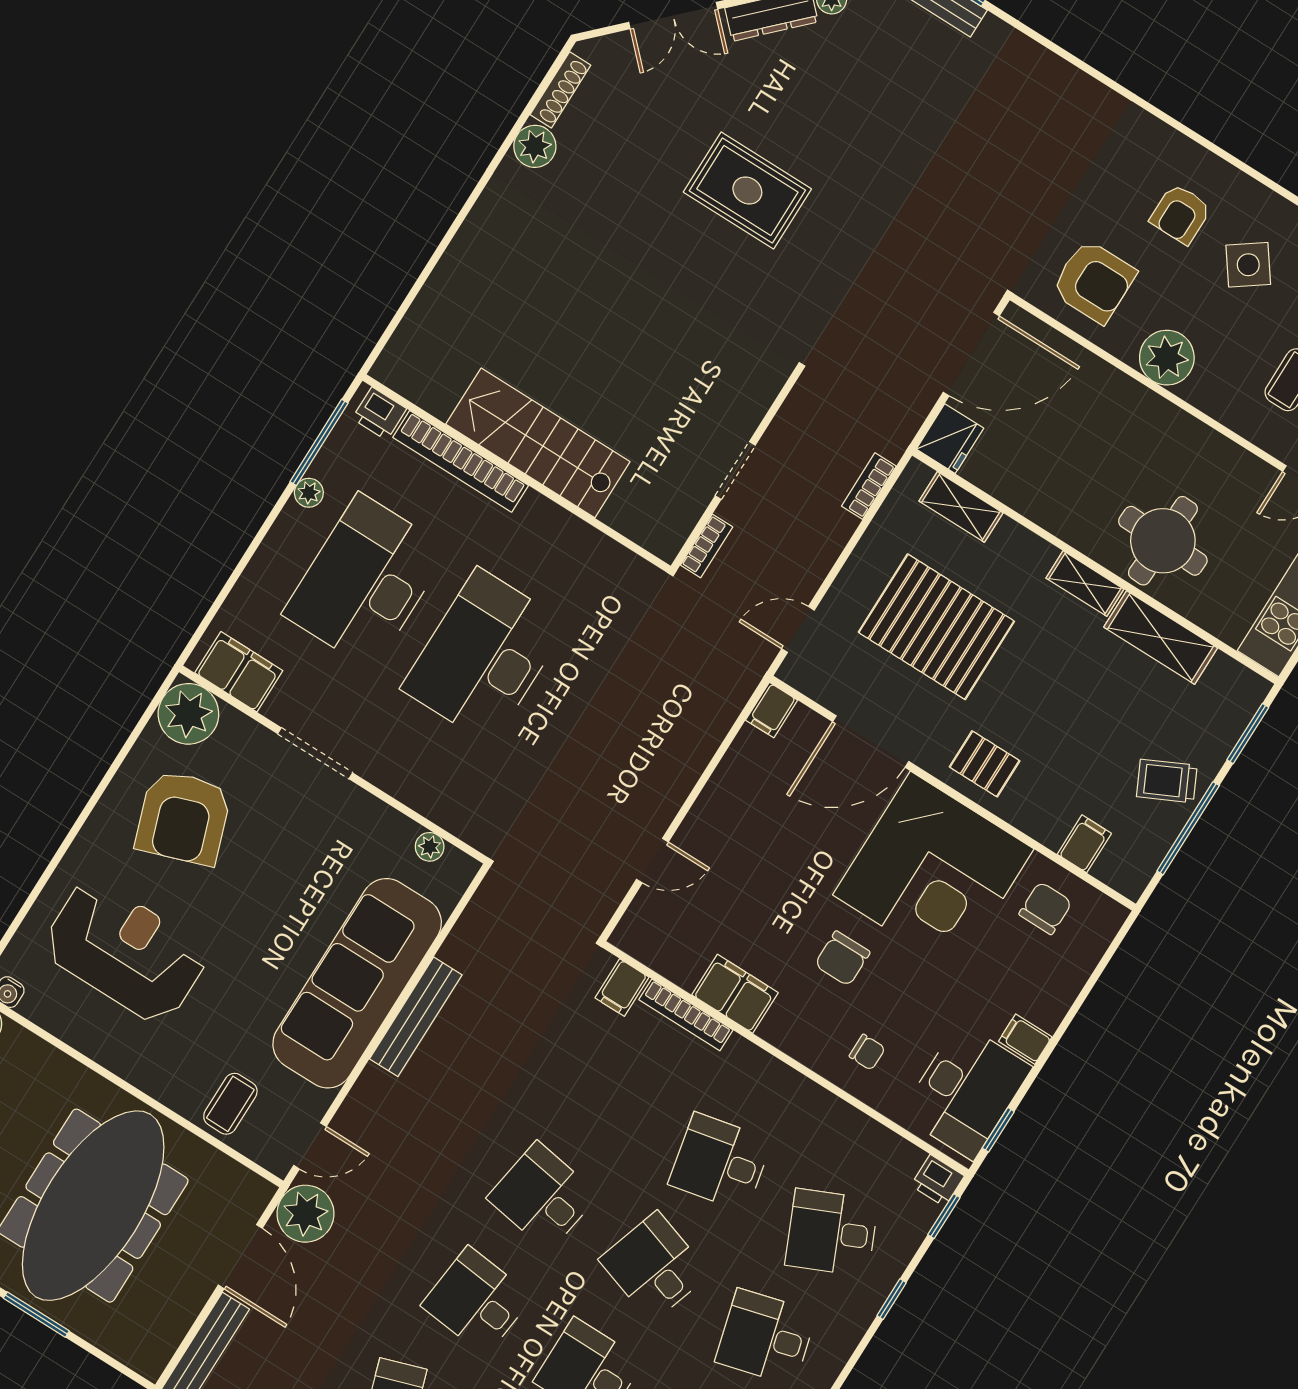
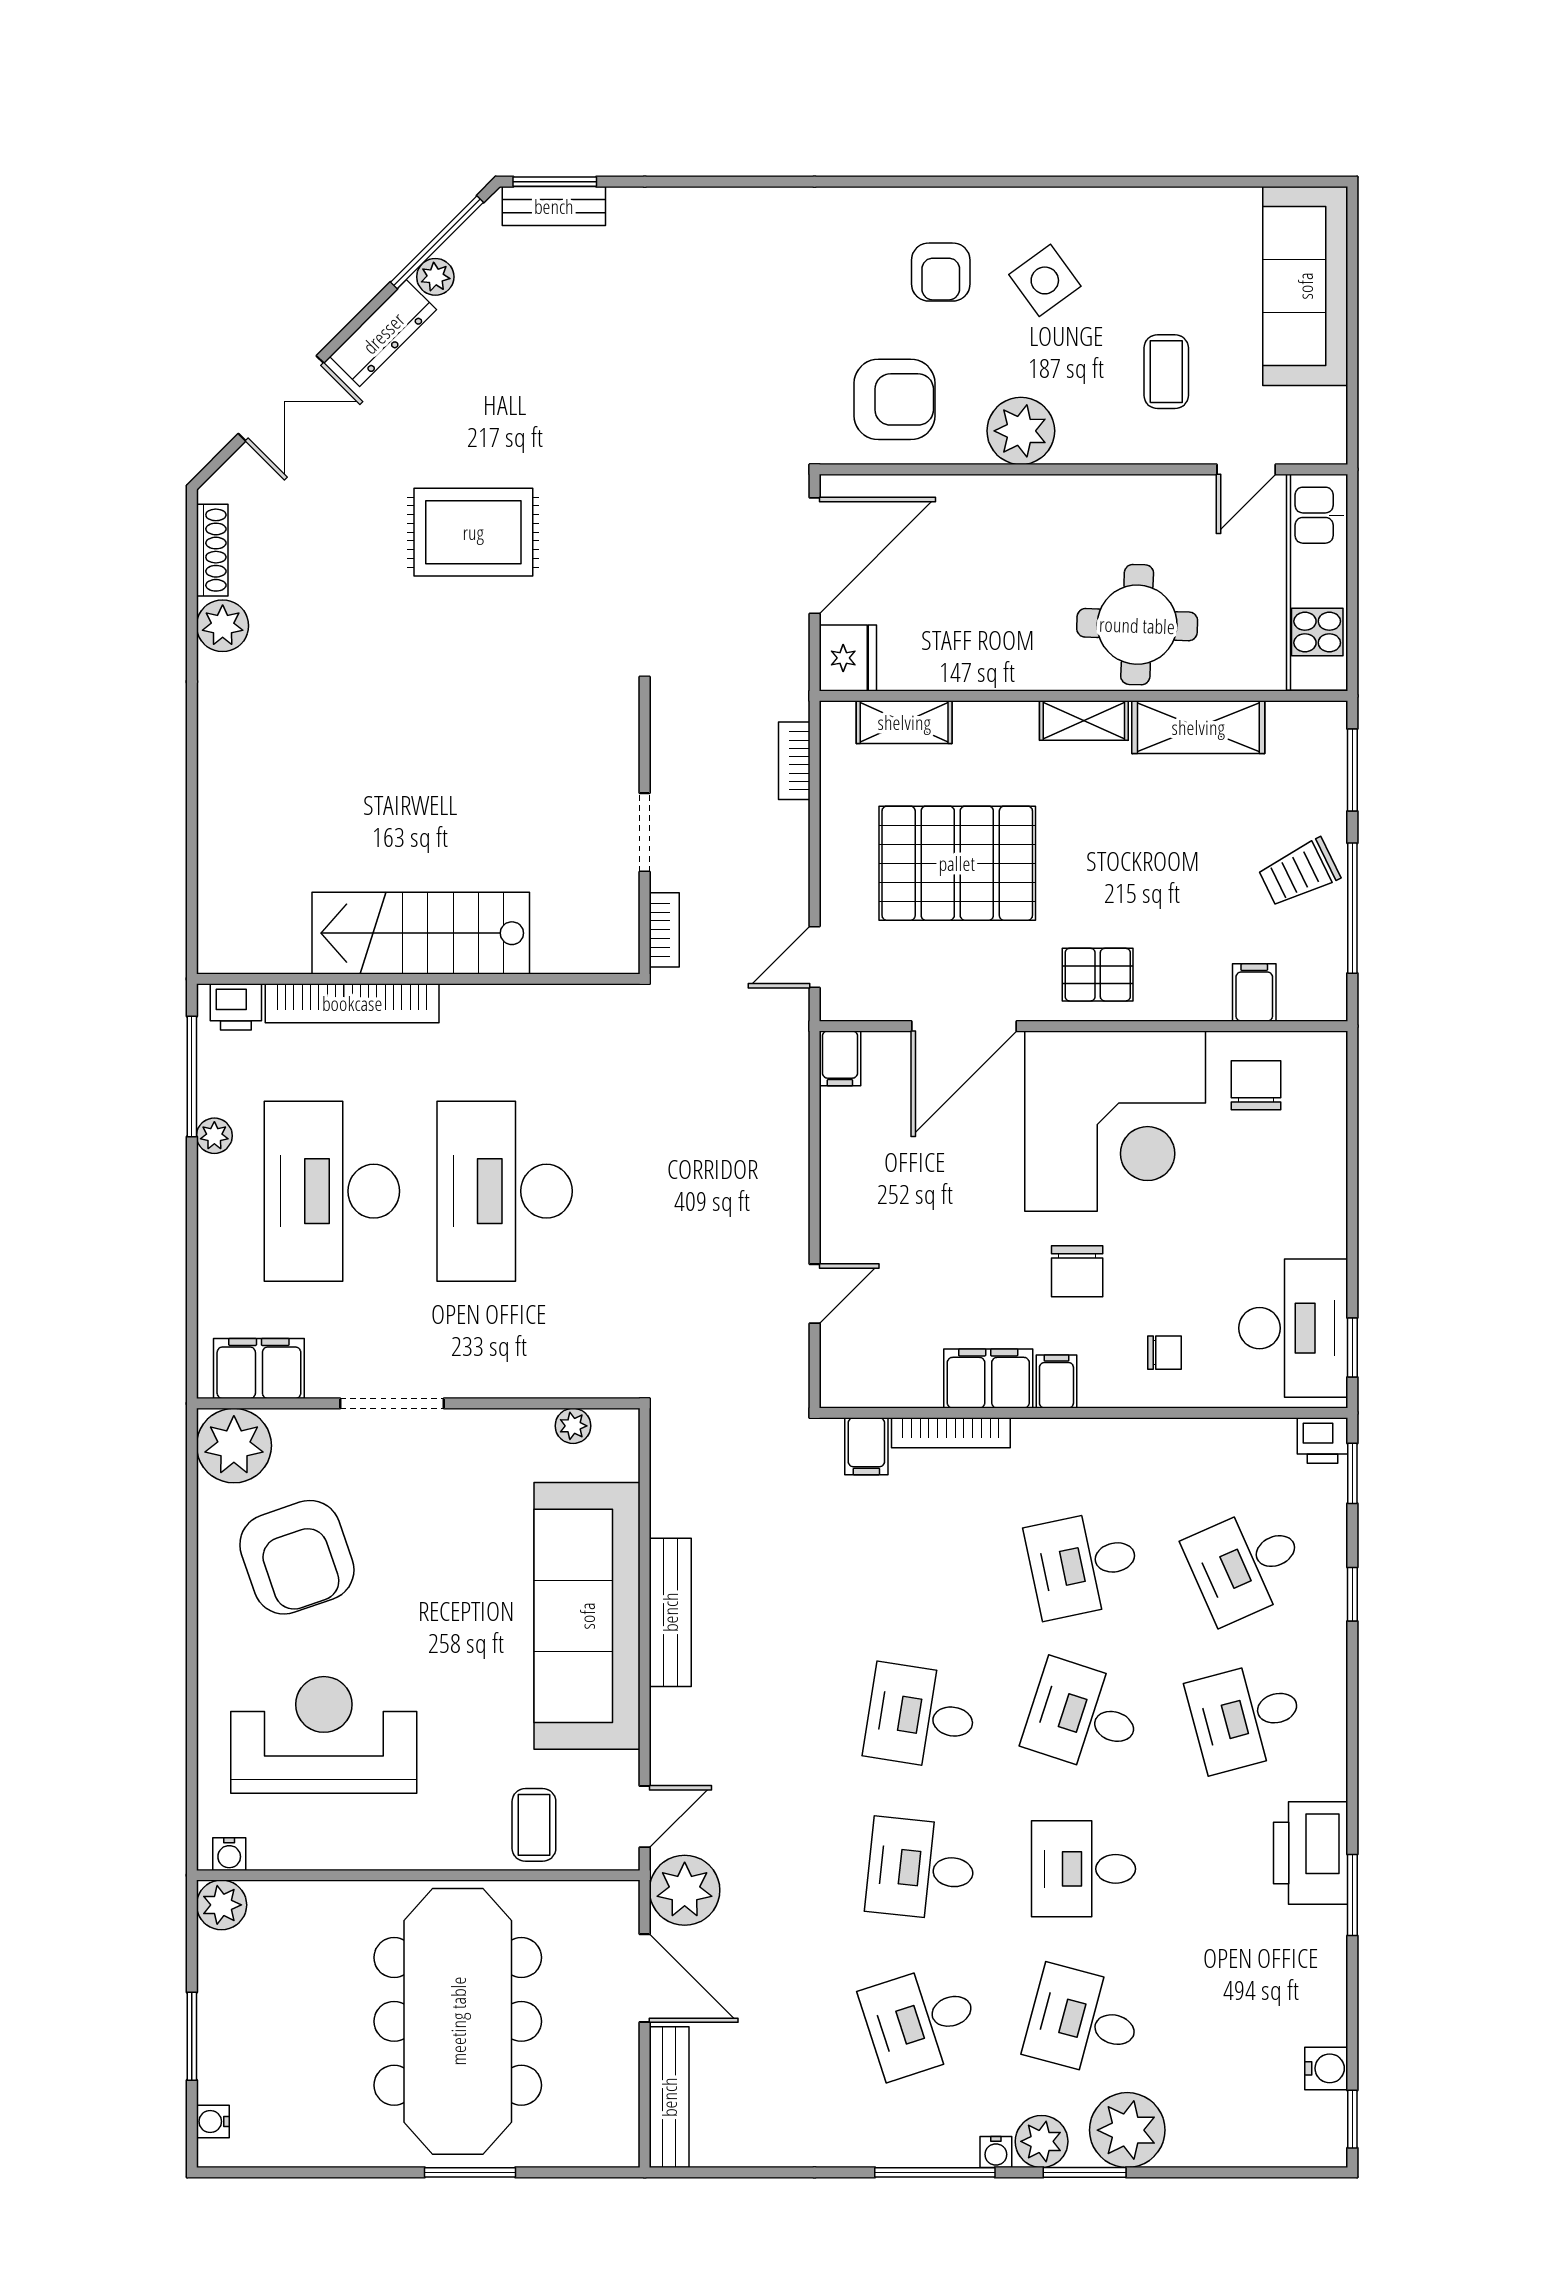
filing cabinet: (1025, 1039) -> (1056, 1381), moved, turned 90

